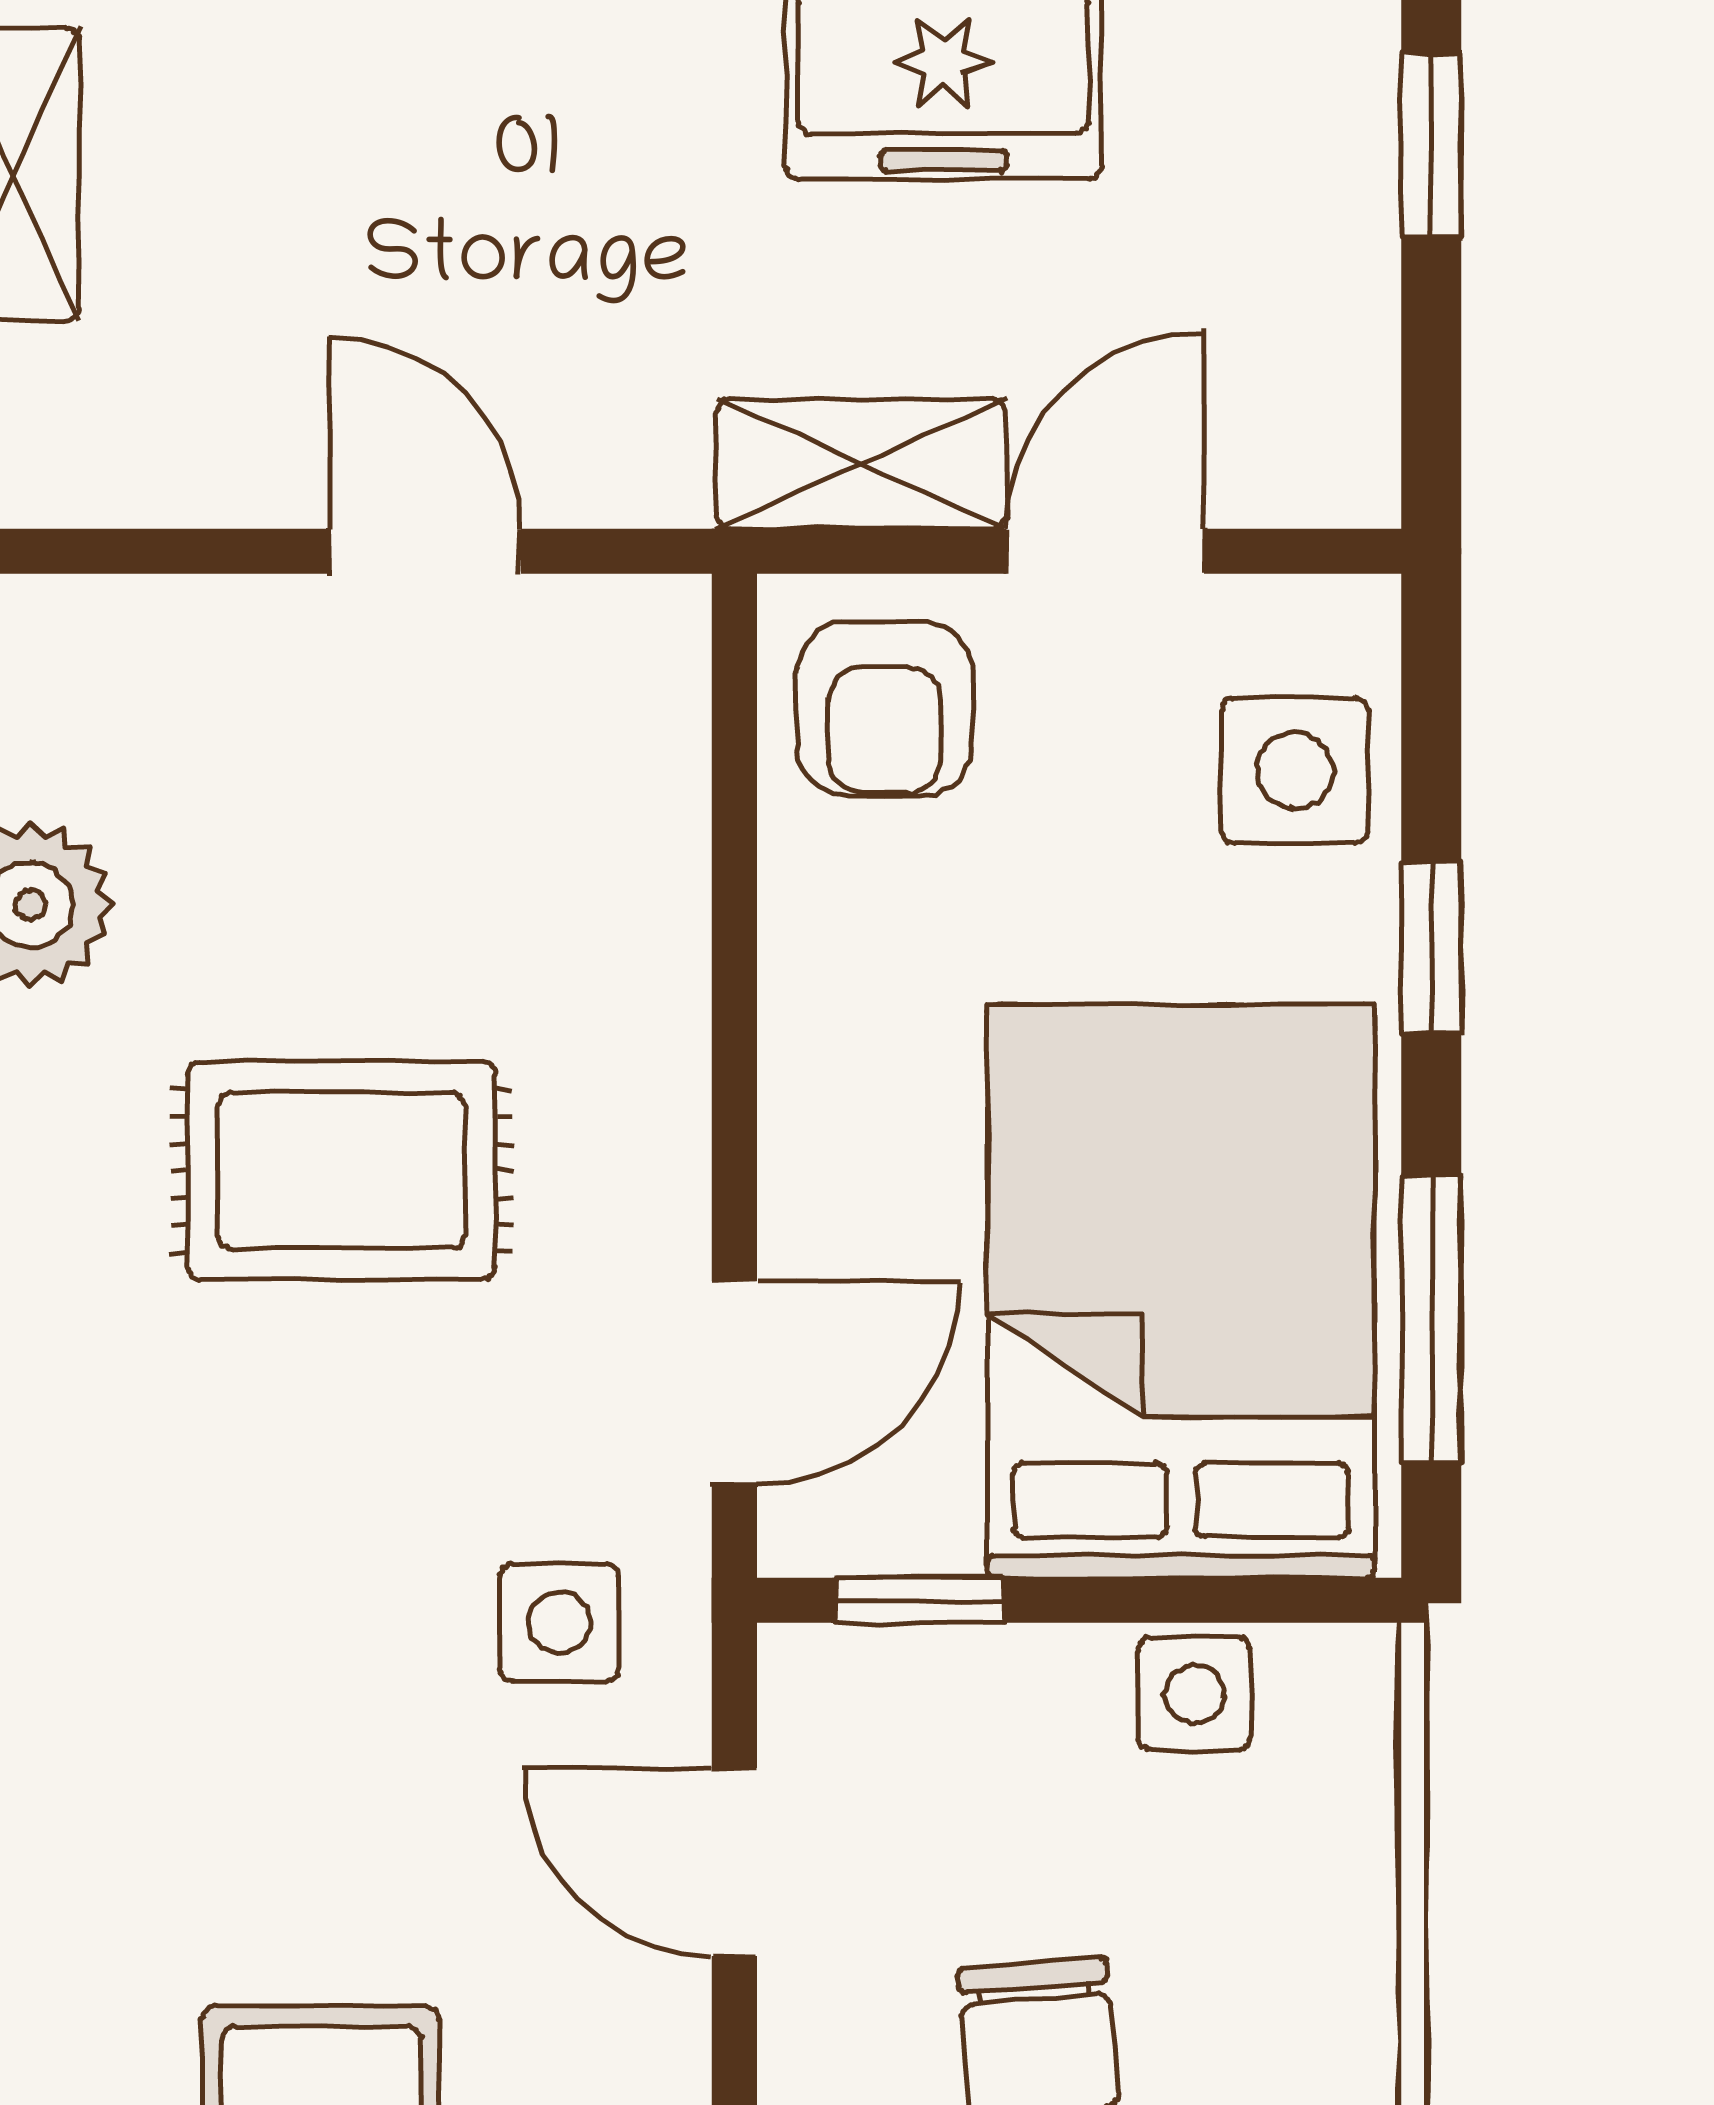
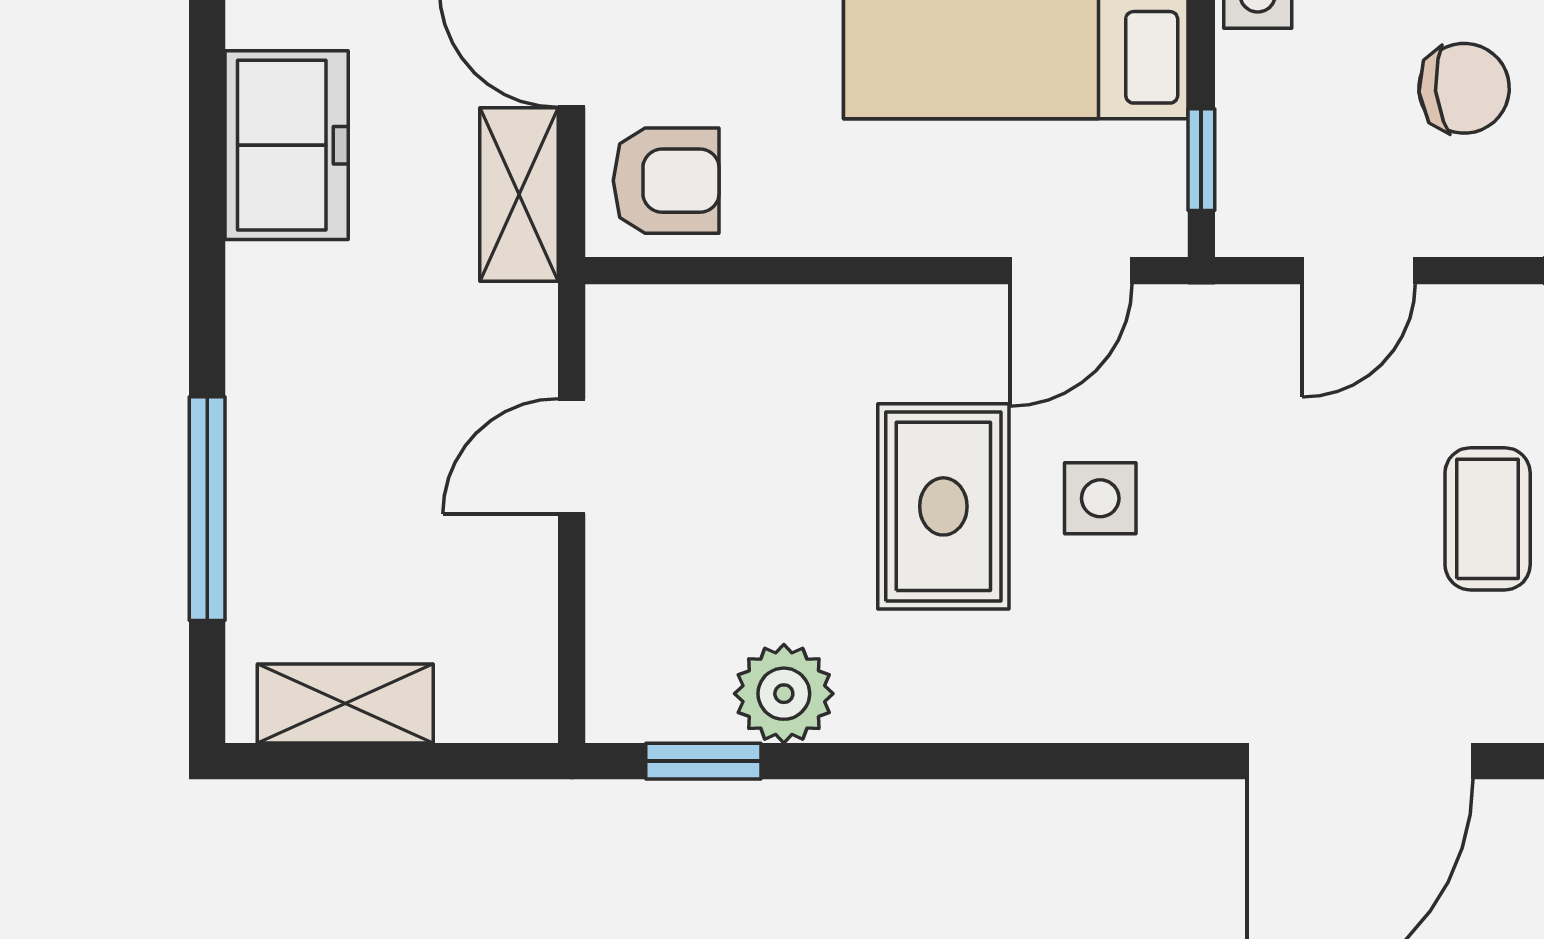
door: (734, 1383) -> (1071, 271), swing flipped
side table: (559, 1623) -> (1100, 498), moved

